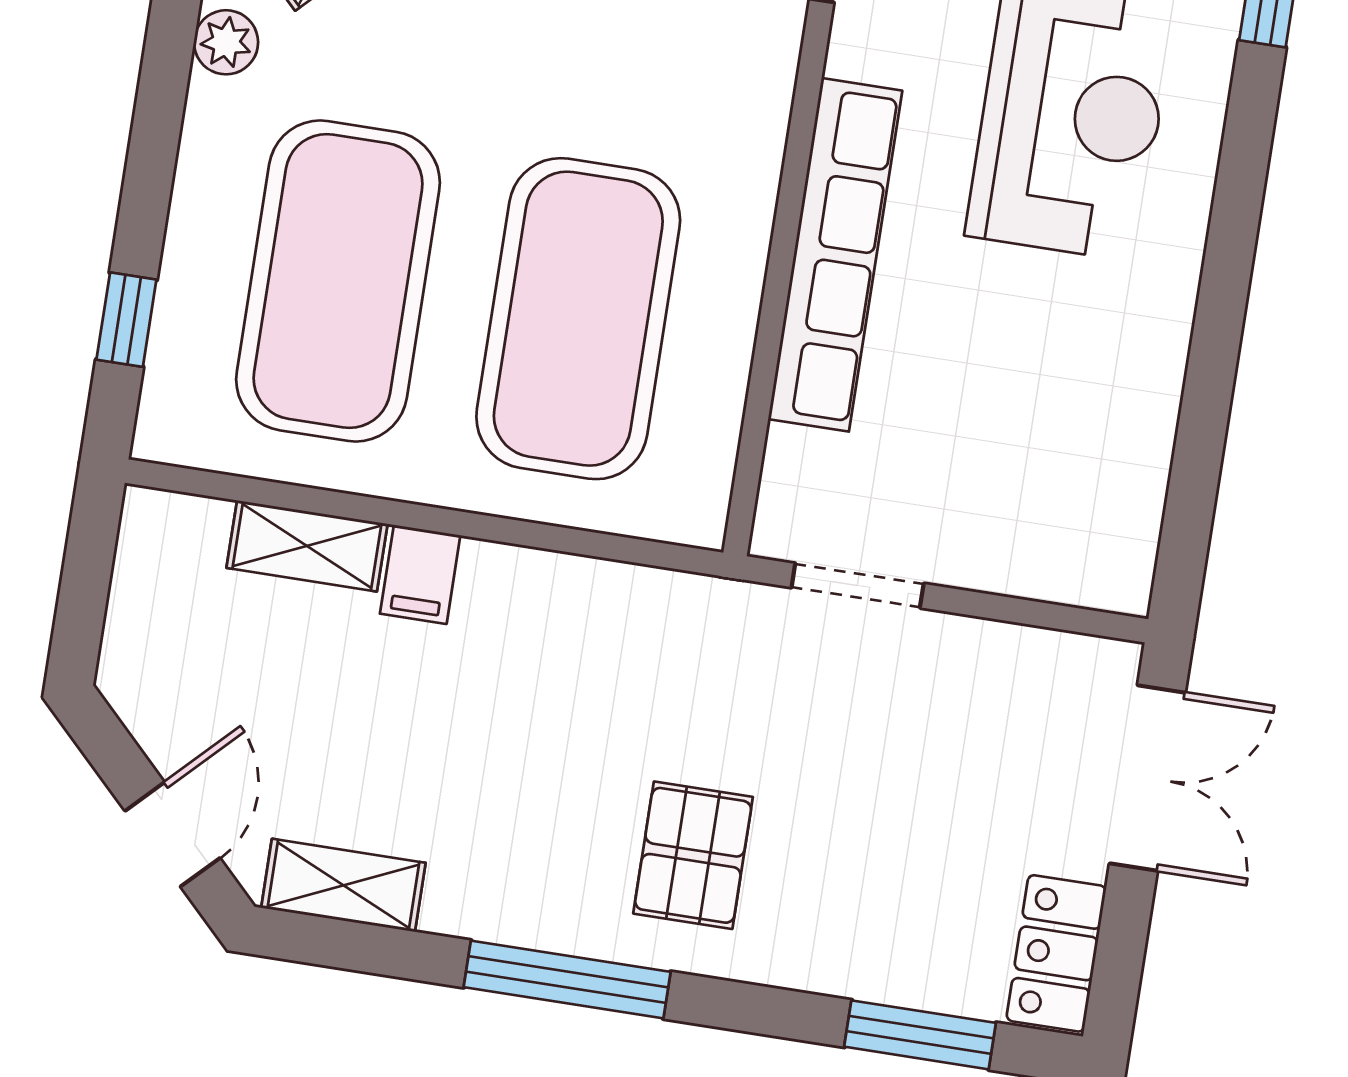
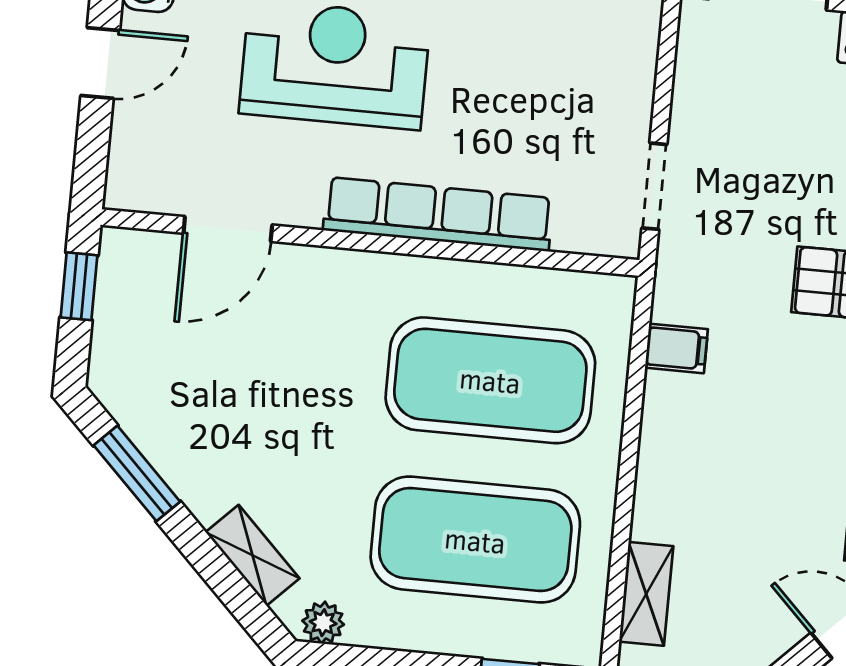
shelving: (307, 546) -> (646, 594), moved
filing cabinet: (420, 574) -> (676, 348), moved

